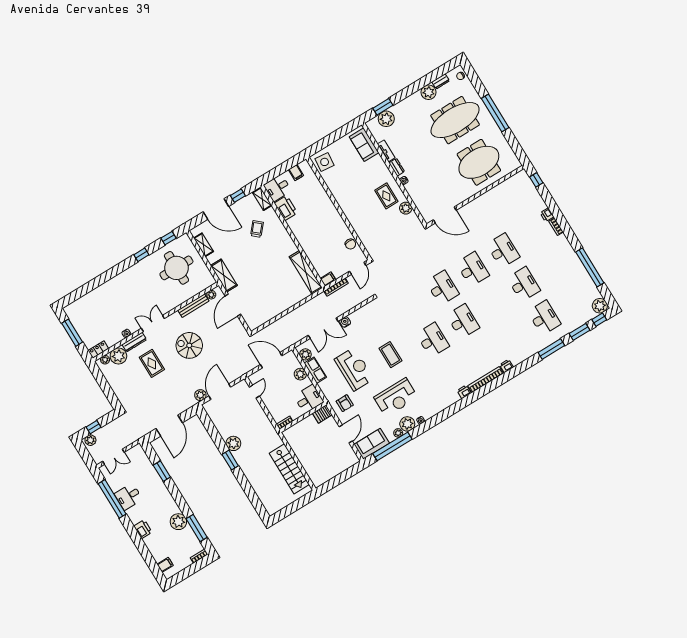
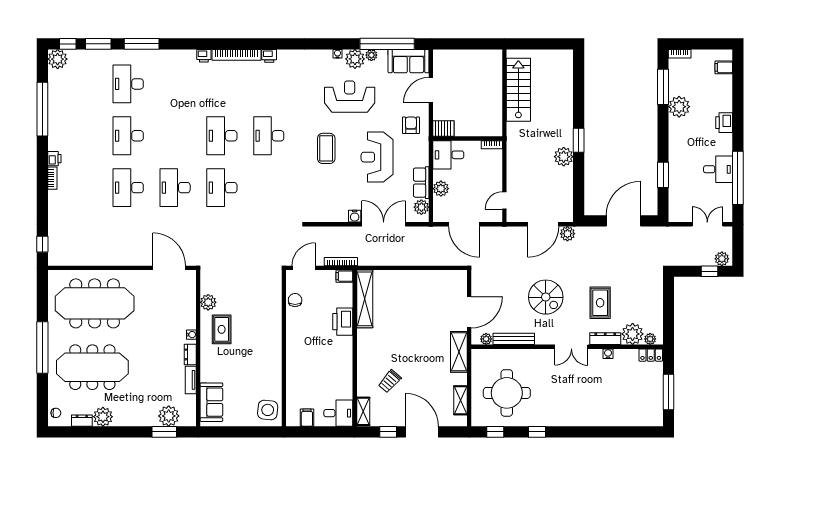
meeting table: (479, 162) -> (95, 303), width x1.36
printer: (286, 208) -> (343, 322), moved
printer: (547, 215) -> (54, 159), moved

